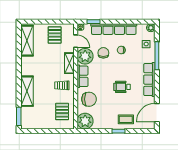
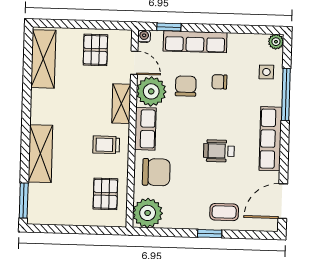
row of seats: (114, 29) -> (195, 42), width x0.73

